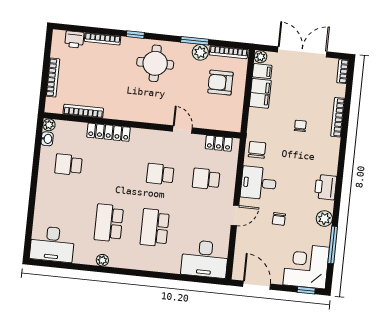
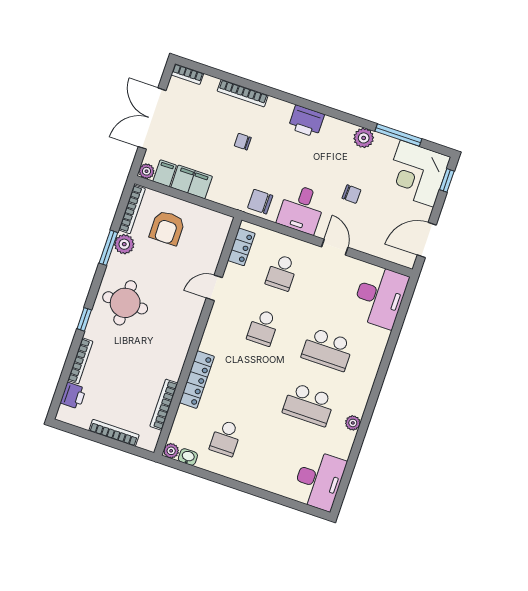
printer: (326, 187) -> (306, 121), moved

